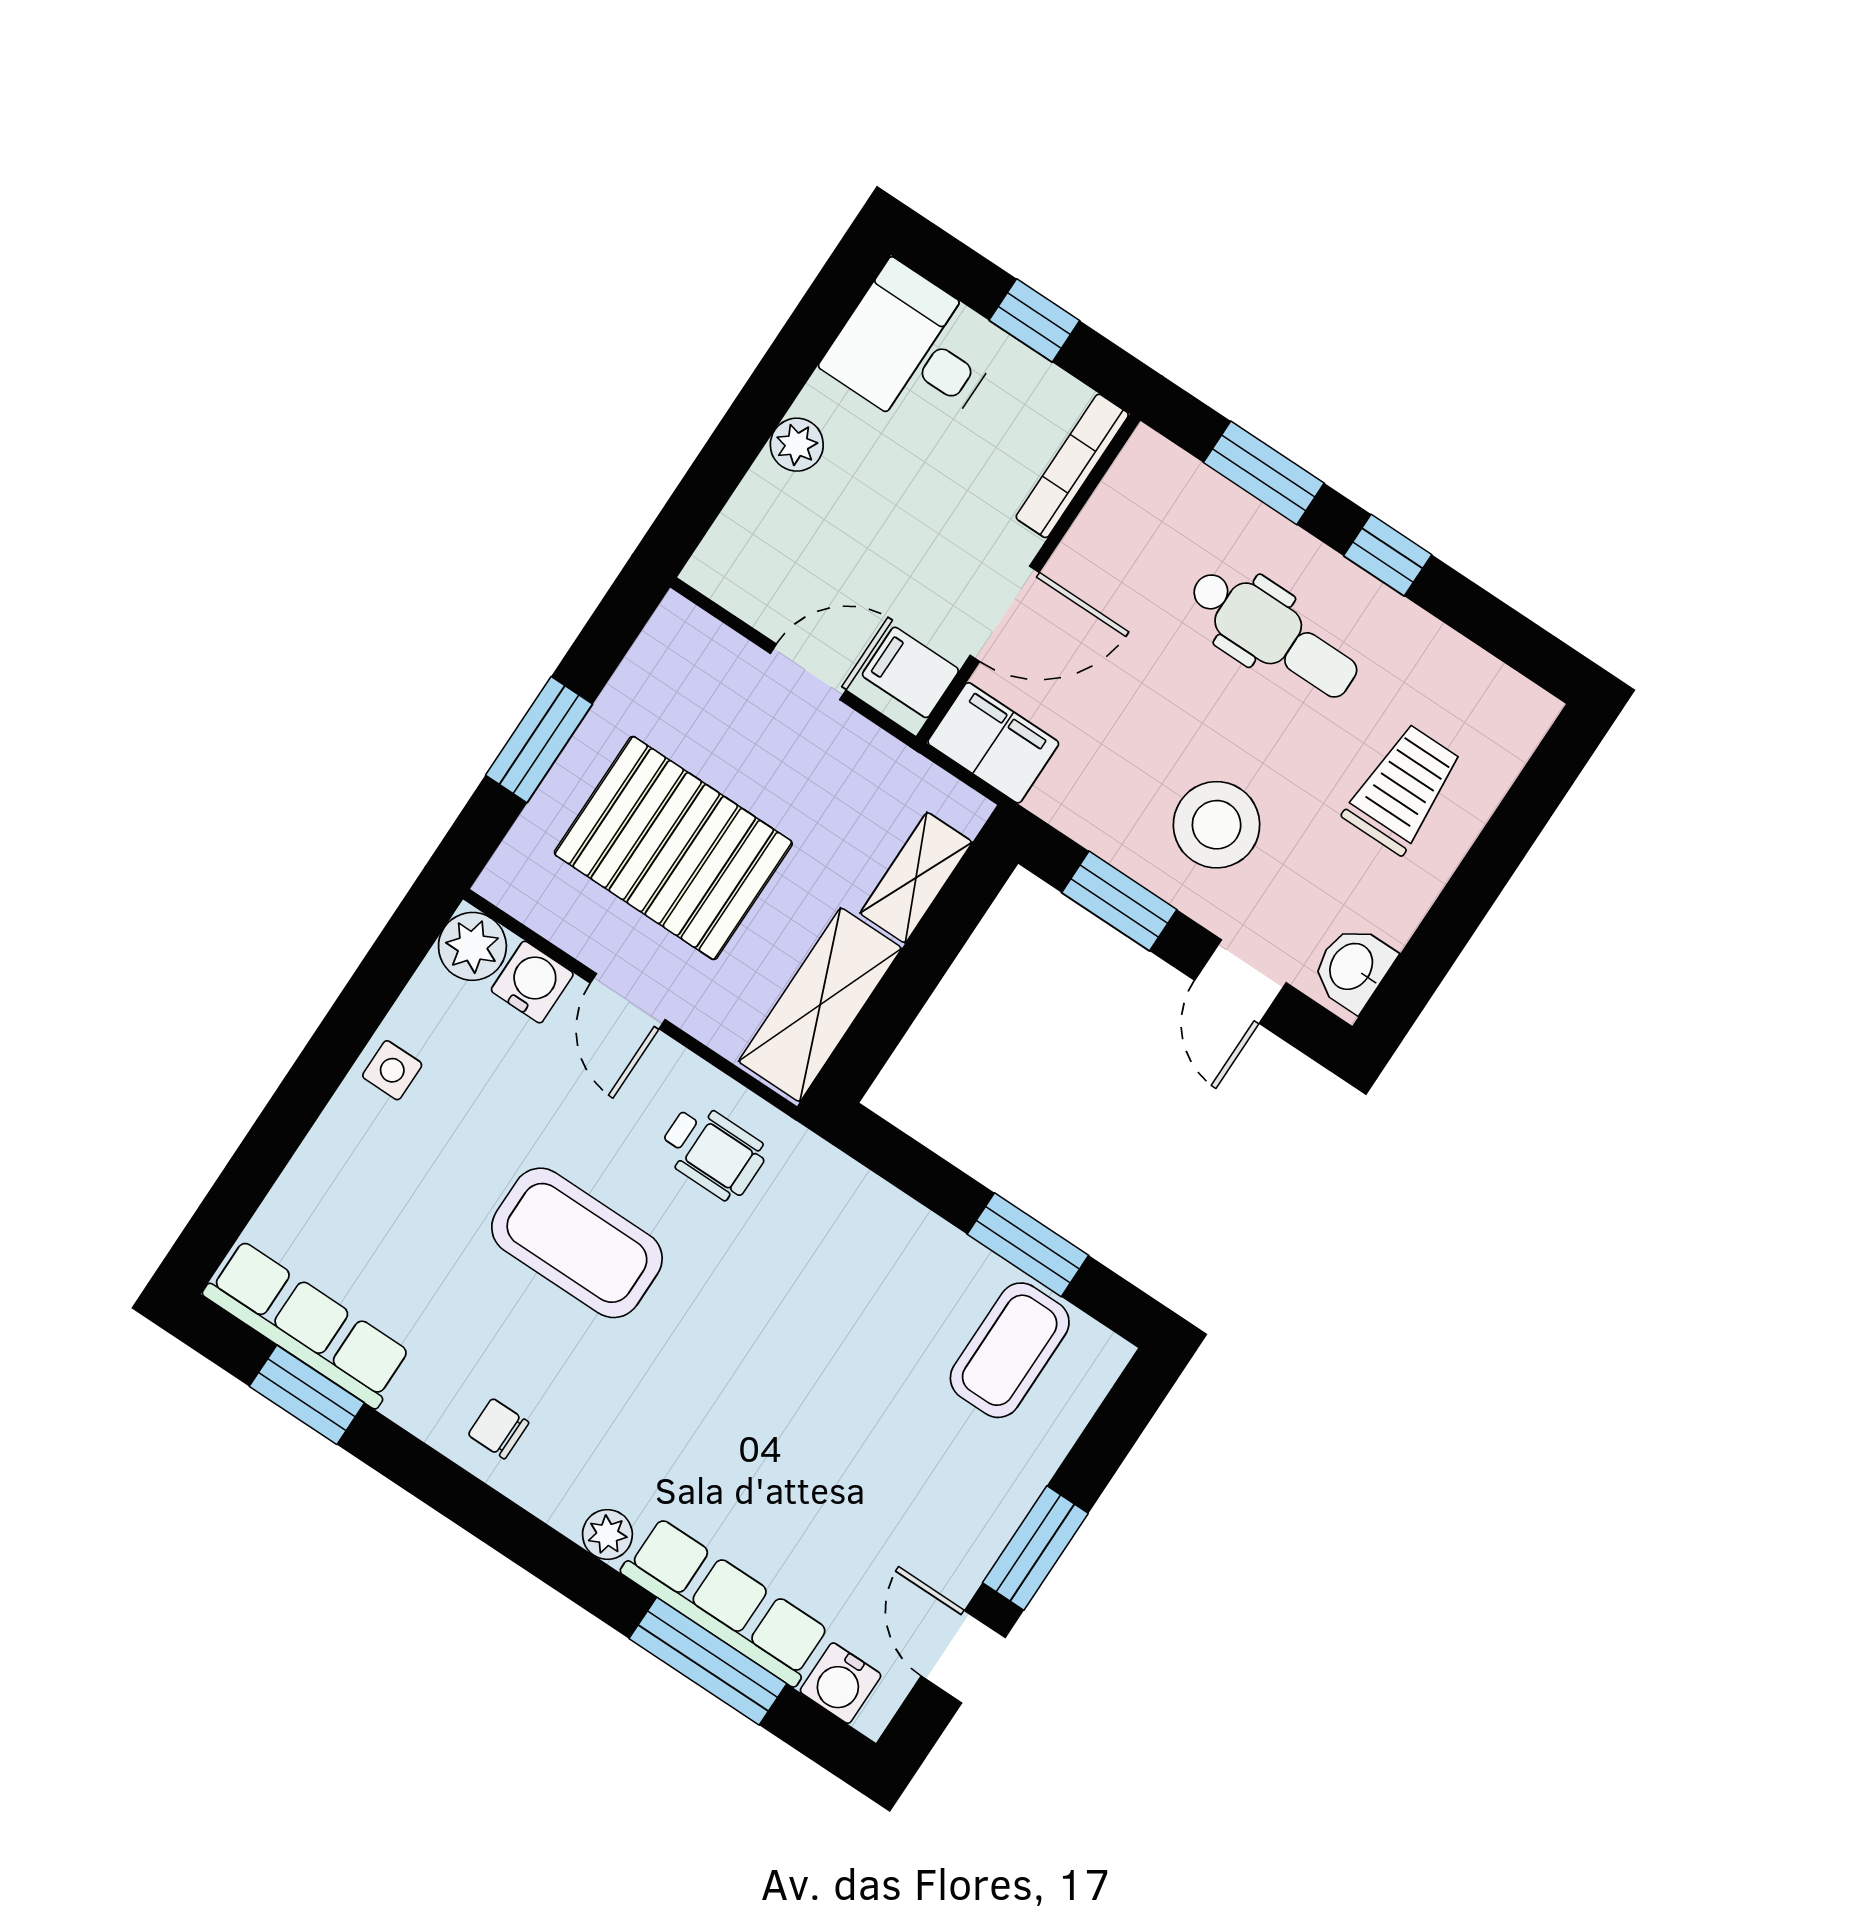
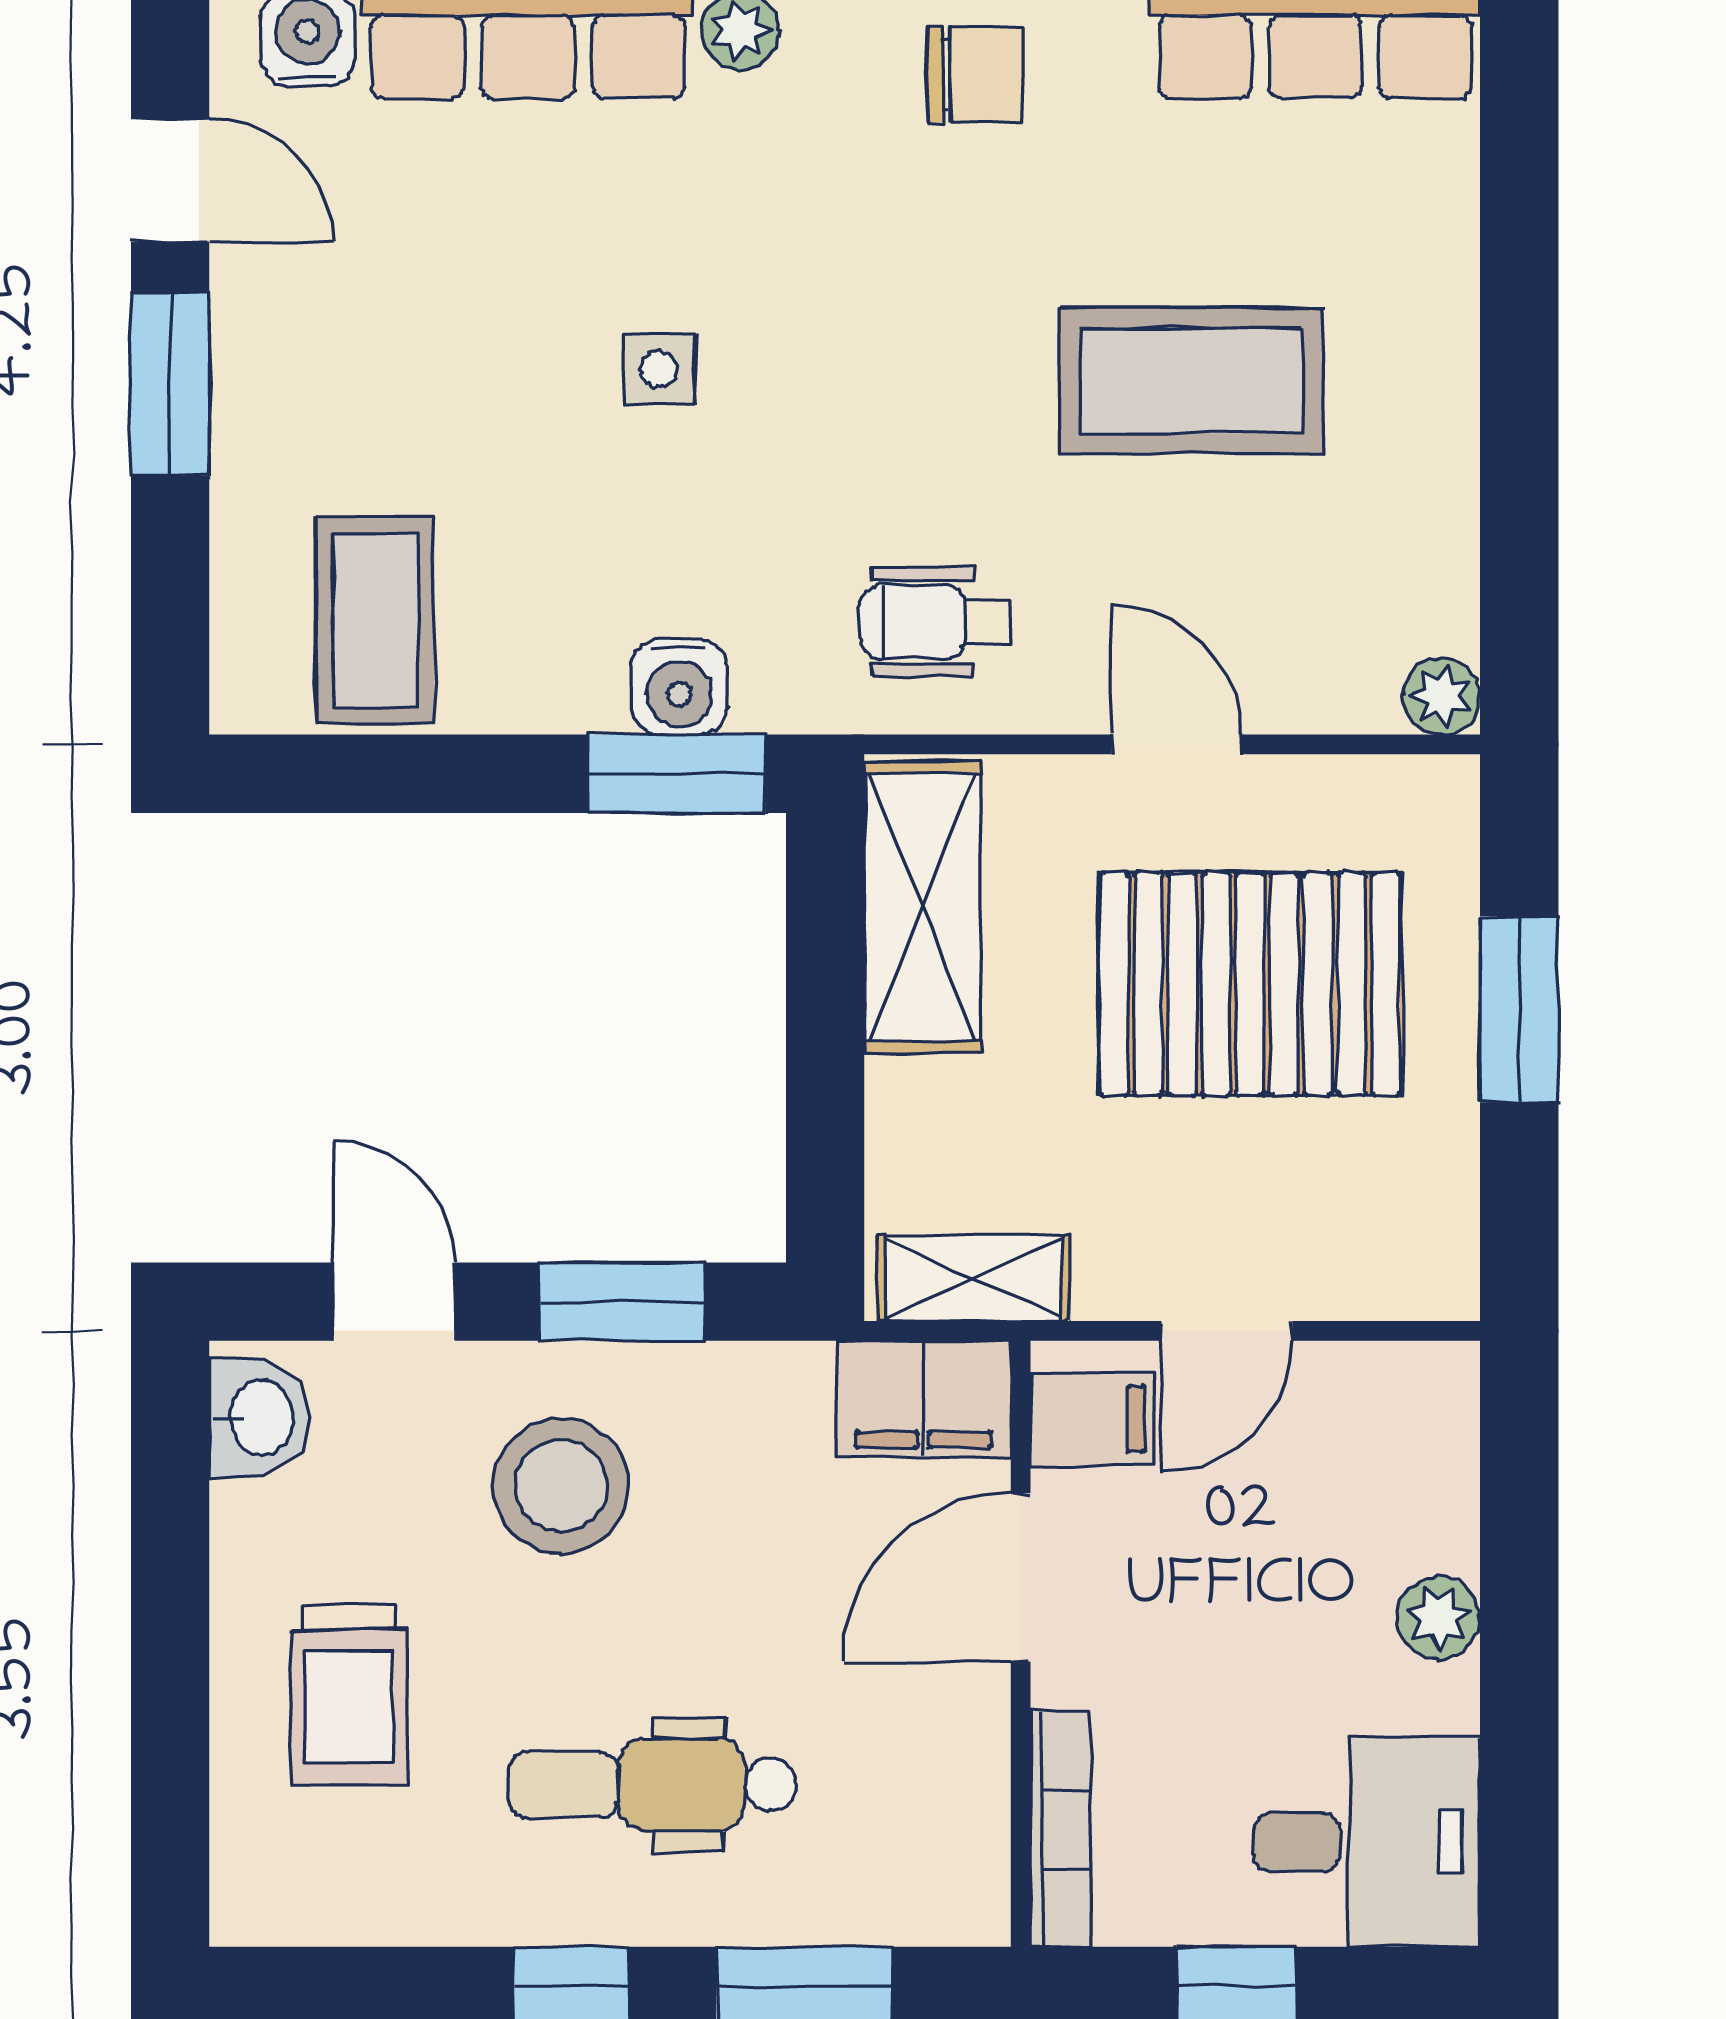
shelving: (916, 878) -> (974, 1278), moved, turned 90
plant: (472, 946) -> (1441, 696), width x0.73, depth x0.73
water cooler: (532, 982) -> (679, 687), moved
side table: (392, 1070) -> (659, 369), moved
coffee table: (577, 1243) -> (1191, 381), moved
window: (1028, 1245) -> (676, 774), moved
chair: (498, 1429) -> (975, 74), width x1.37, depth x1.37

